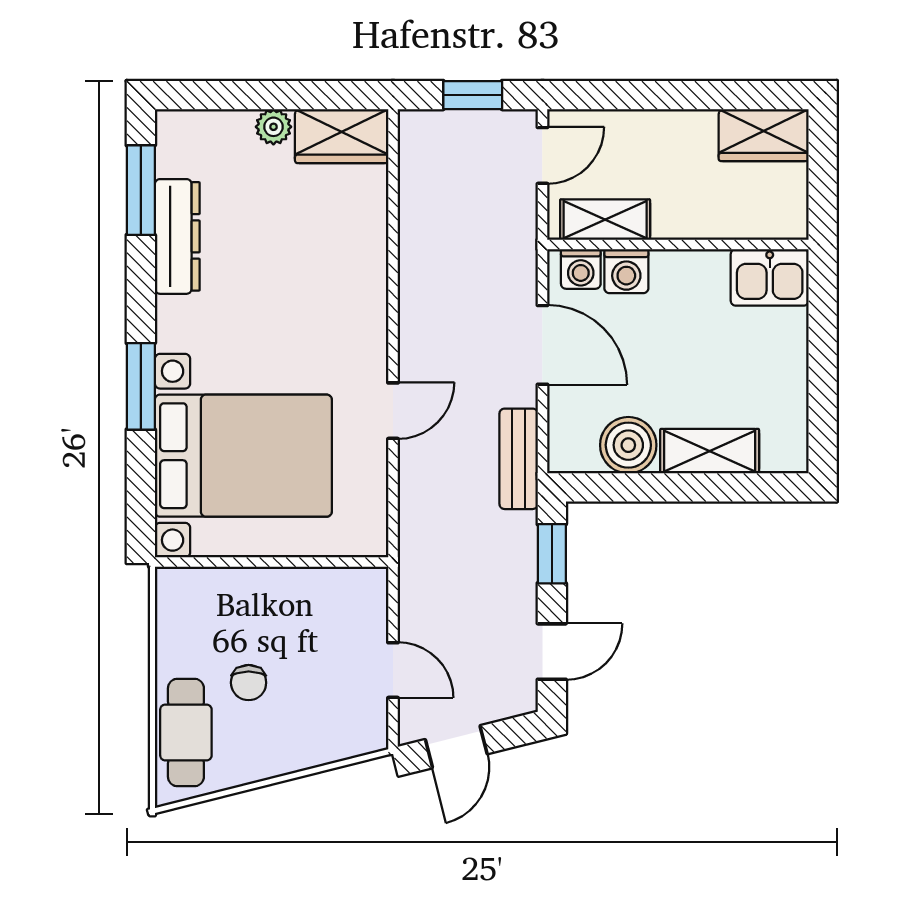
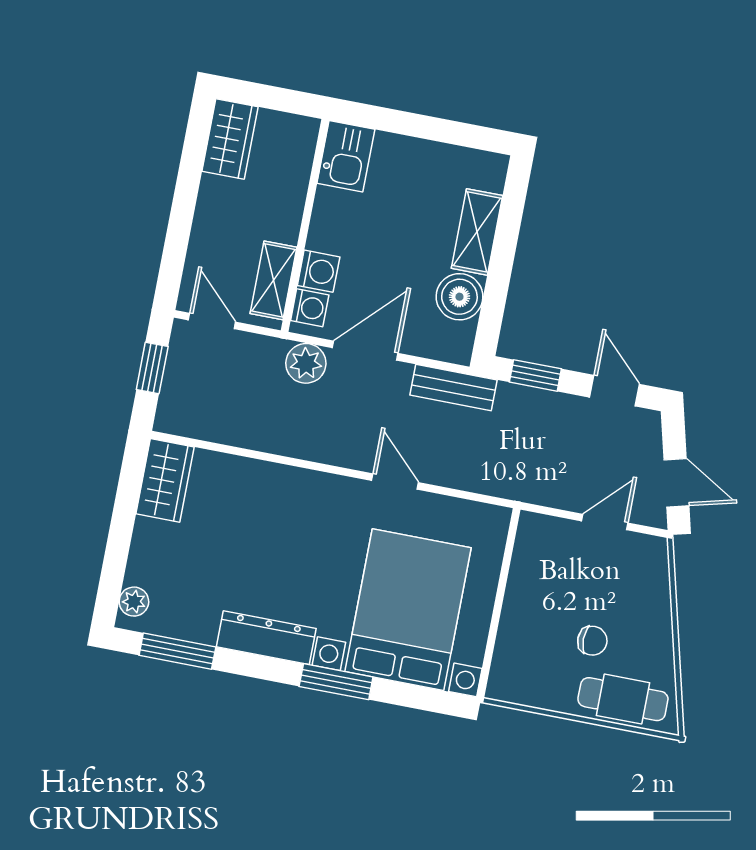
plant: (273, 127) -> (134, 602), moved
dresser: (177, 236) -> (266, 638), moved
plant: (514, 277) -> (306, 363), added

